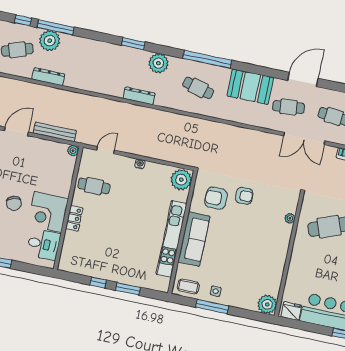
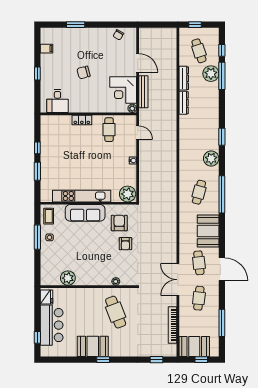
dresser: (139, 96) -> (184, 103), moved
corner desk: (48, 212) -> (123, 90), moved, turned -90
plant: (267, 304) -> (68, 278), moved

